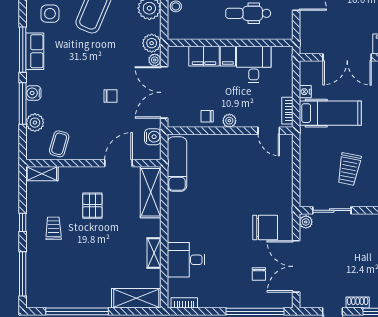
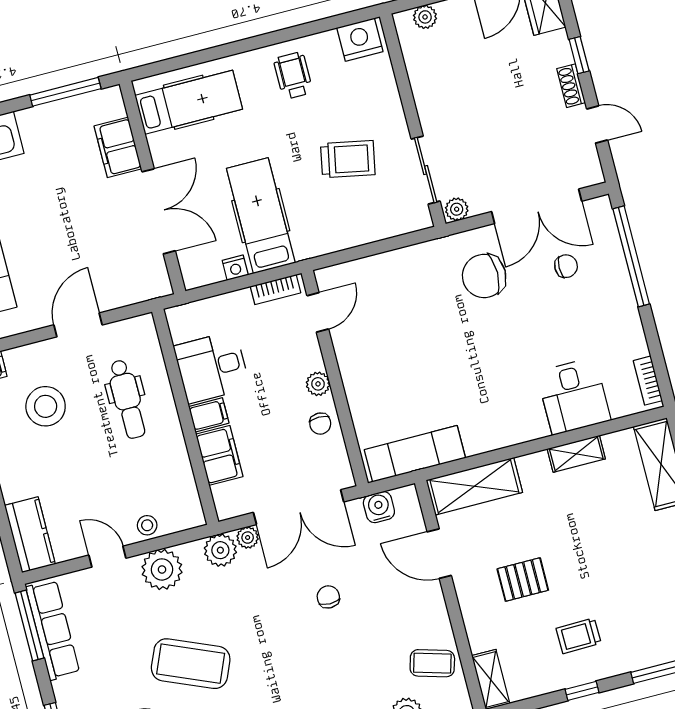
chair: (265, 228) -> (484, 276), turned -90

